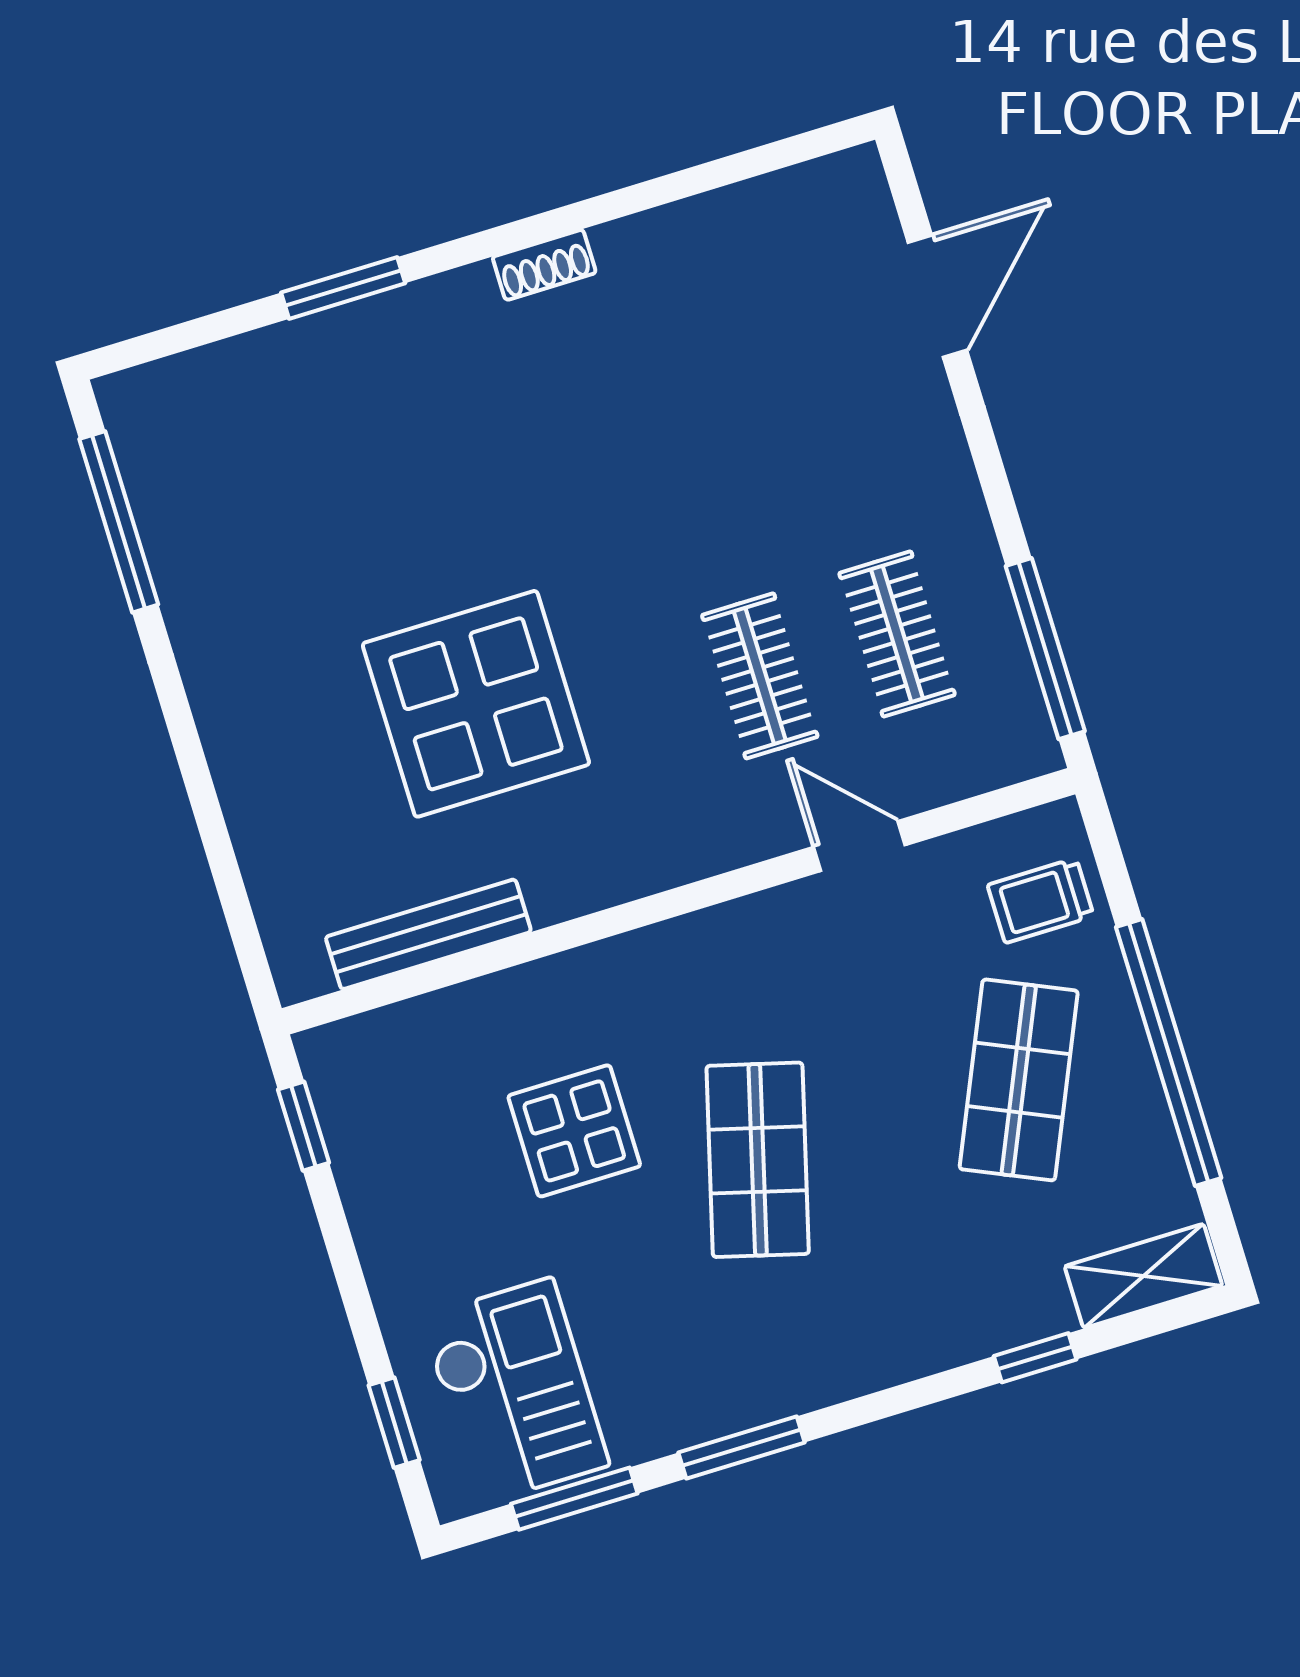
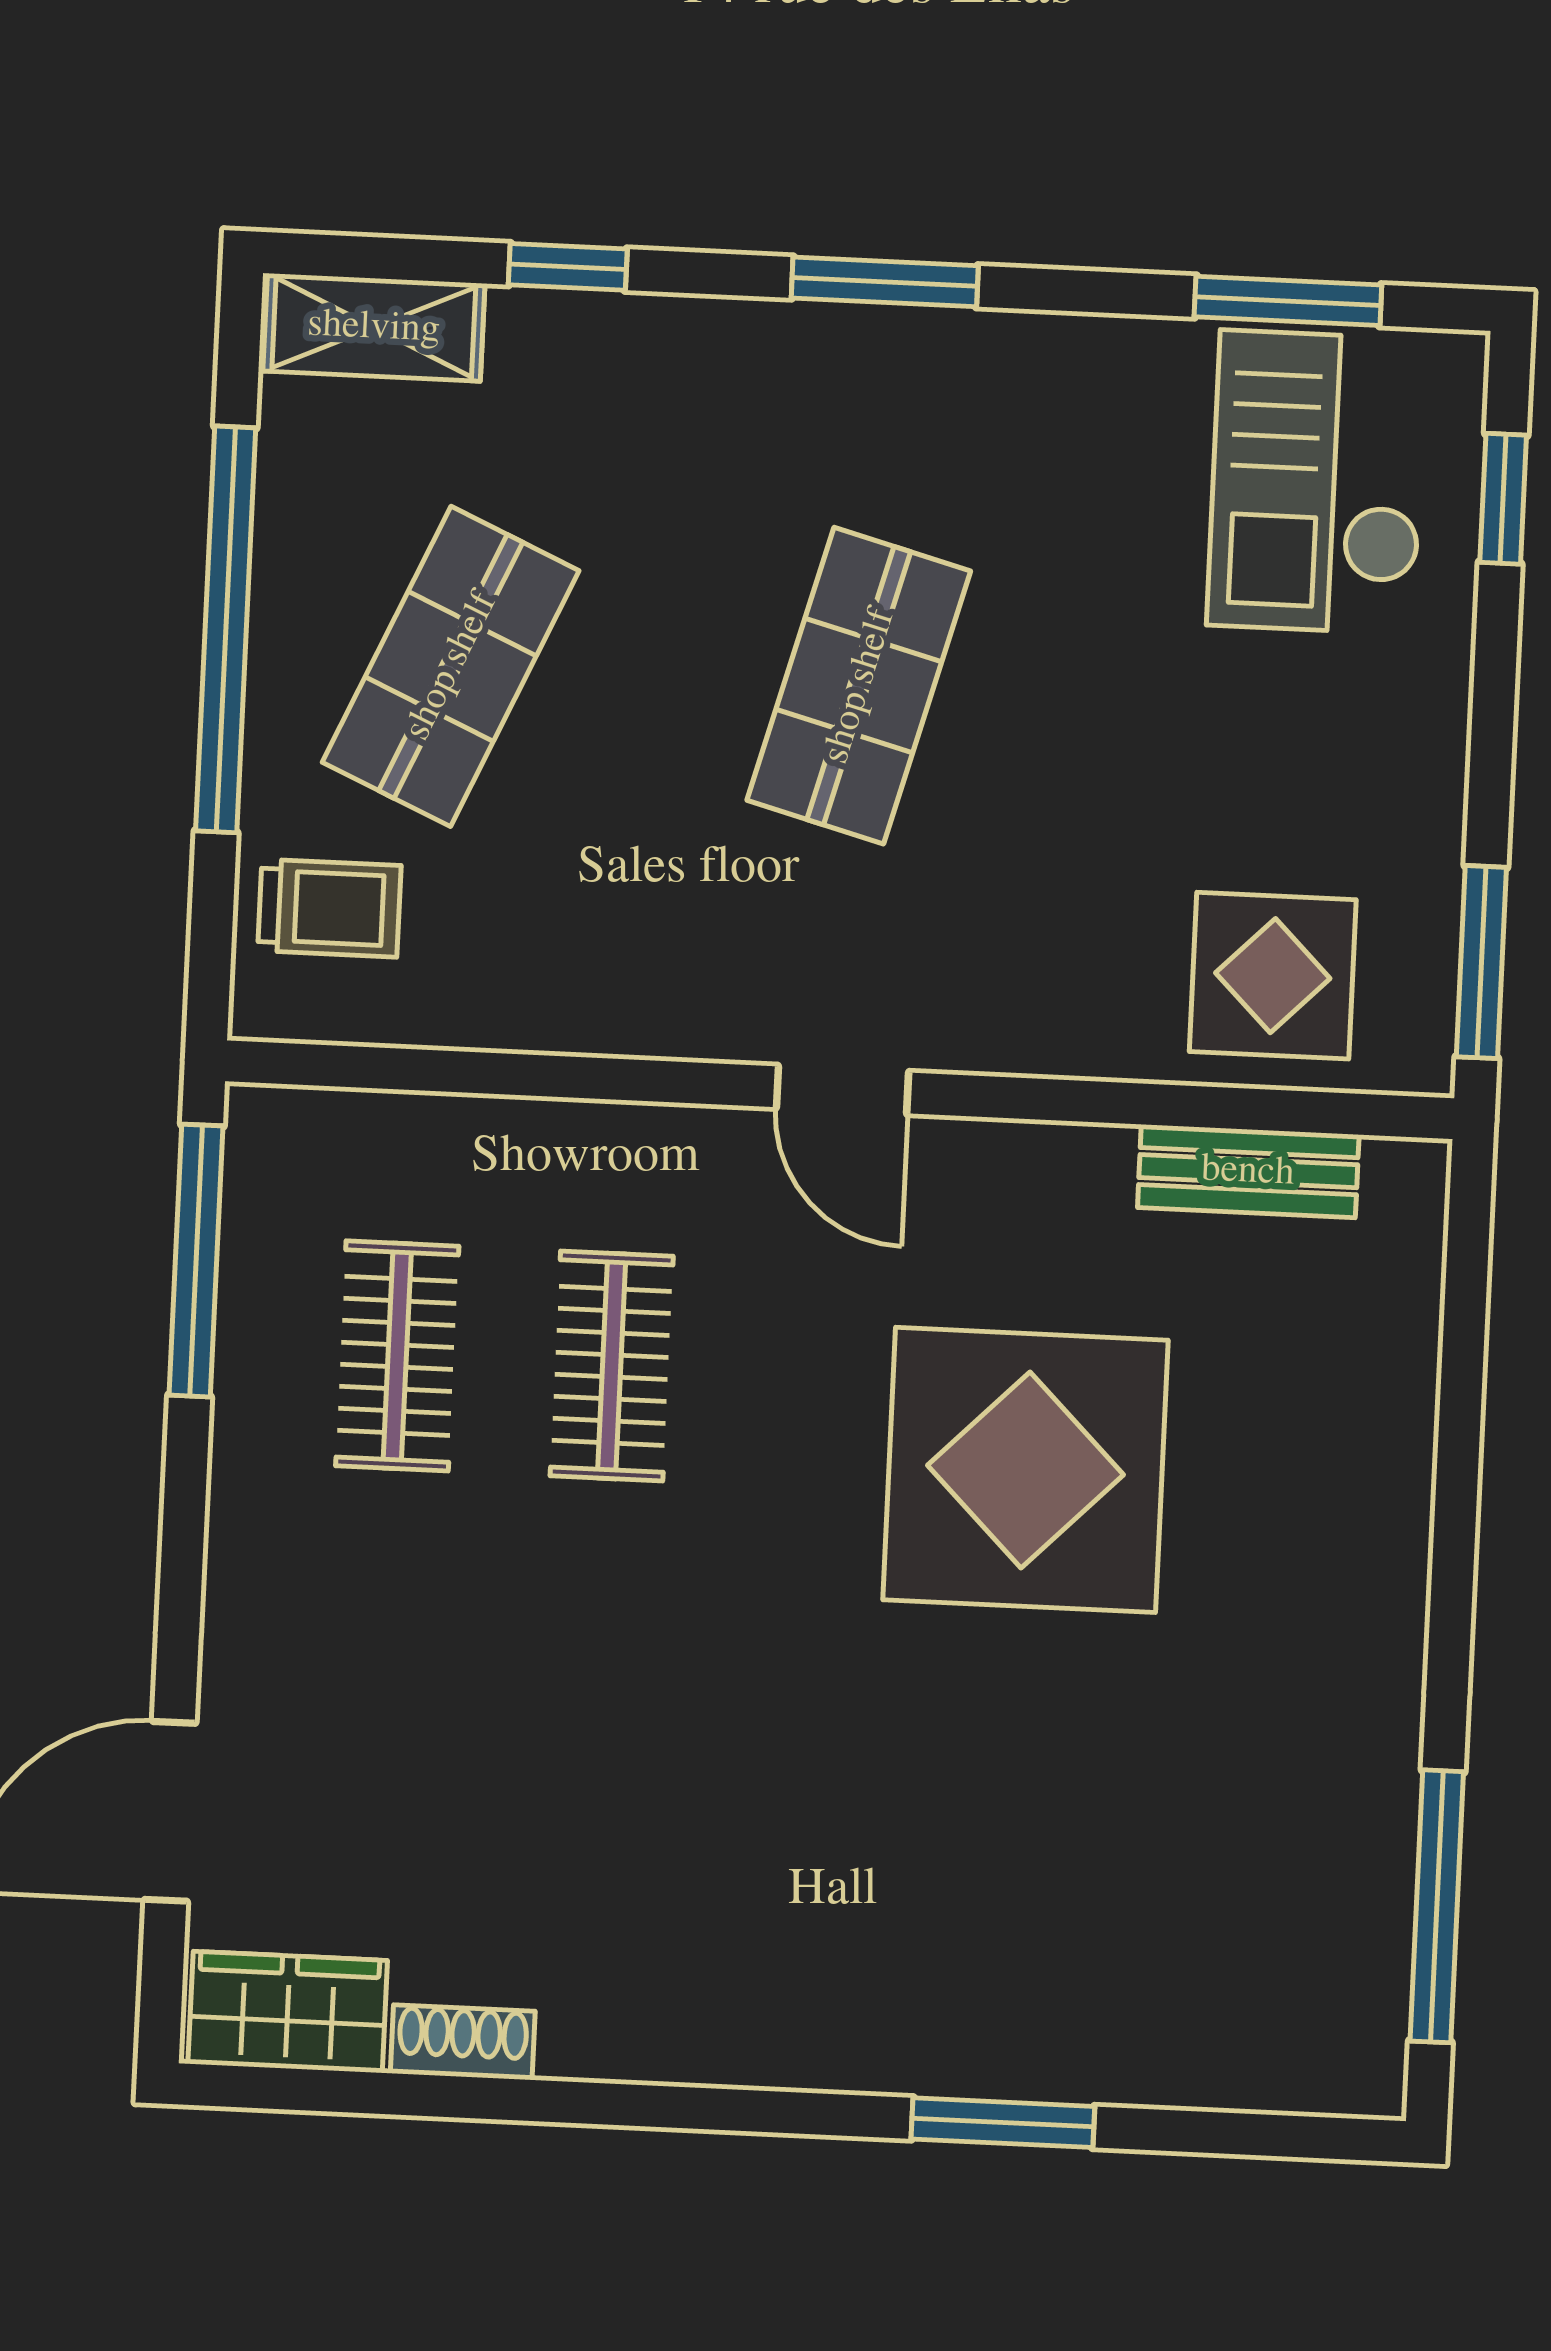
wardrobe: (818, 196) -> (288, 2012), added
shoe rack: (544, 265) -> (463, 2042), moved
door: (859, 846) -> (843, 1090), moved
bench: (428, 934) -> (1248, 1171), width x0.73
window: (303, 1126) -> (1481, 962), width x1.50
display table: (574, 1131) -> (1273, 976), moved
window: (741, 1448) -> (885, 282), moved

